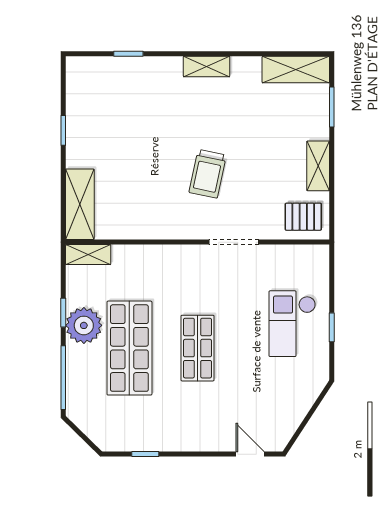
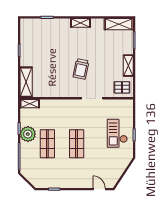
shop shelf: (129, 348) -> (47, 144), width x0.70, depth x0.74

